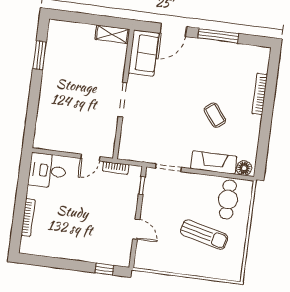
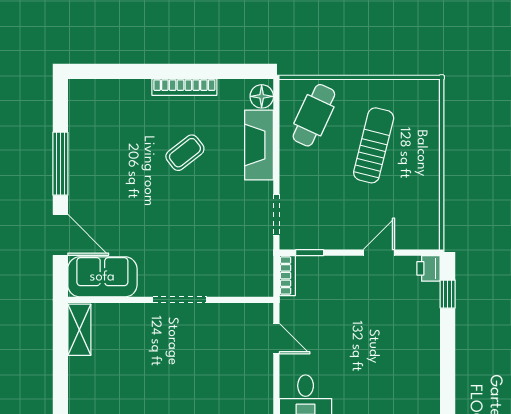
bookcase: (260, 94) -> (184, 87), moved
bookcase: (116, 168) -> (287, 276), moved
cafe table: (228, 199) -> (314, 115), turned -65
printer: (122, 259) -> (429, 268), added

